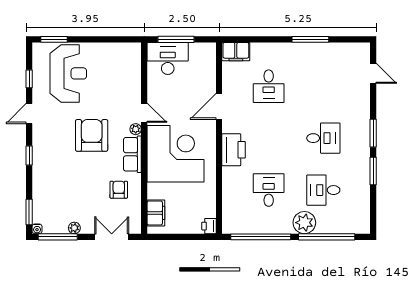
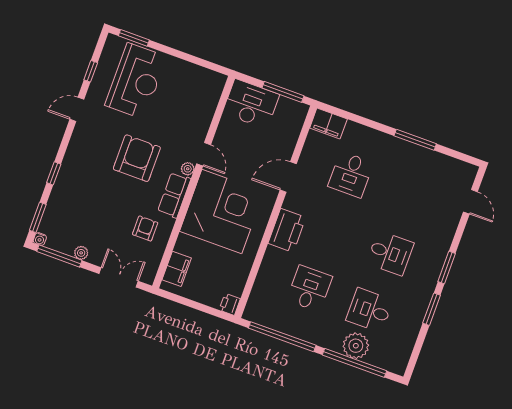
window: (176, 39) -> (283, 92), moved
window: (29, 156) -> (54, 173), moved
plant: (304, 223) -> (356, 346), moved

